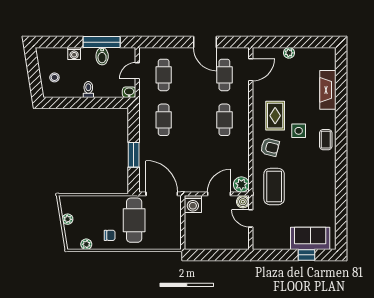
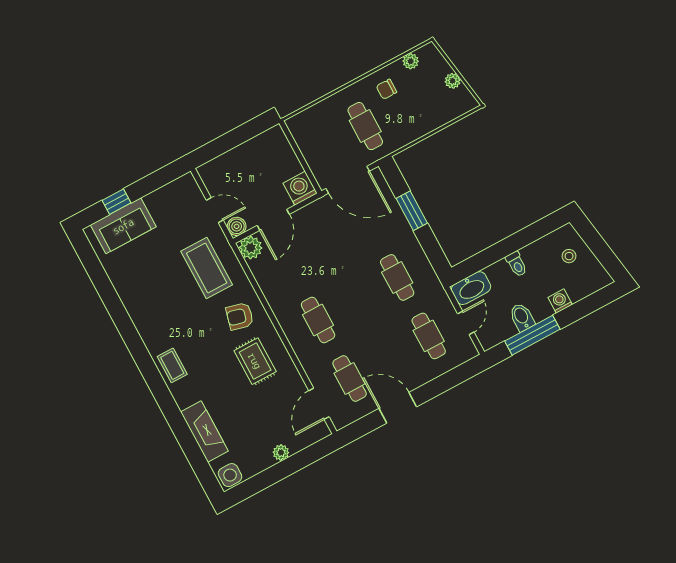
washbasin: (129, 92) -> (471, 288), width x1.91, depth x1.45
side table: (299, 131) -> (230, 475), moved
cafe table: (134, 220) -> (365, 126), width x0.73, depth x0.74

